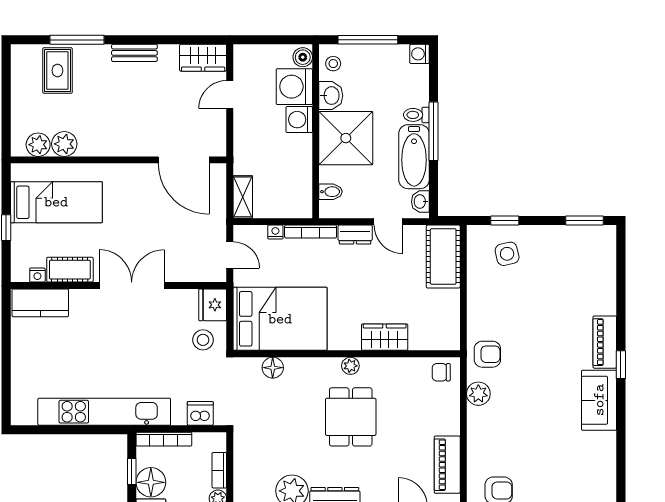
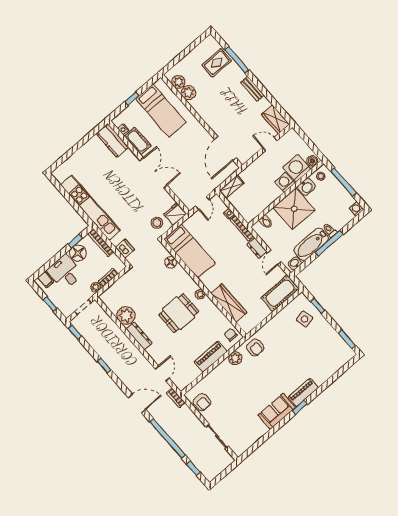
bed: (280, 319) -> (190, 251), width x0.67
wardrobe: (385, 337) -> (229, 303), width x1.50
piano: (447, 465) -> (211, 357), moved

